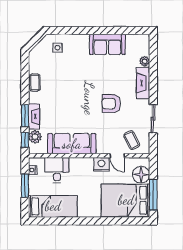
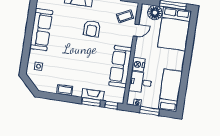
sofa: (107, 44) -> (41, 30), width x1.36
plant: (35, 137) -> (110, 96), removed
nightstand: (101, 164) -> (138, 64), moved

